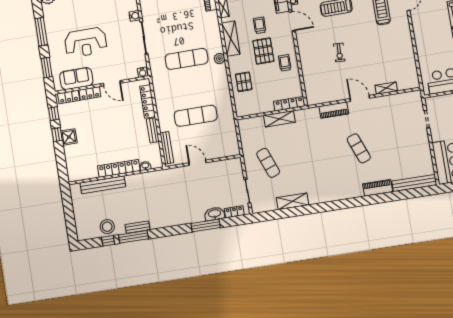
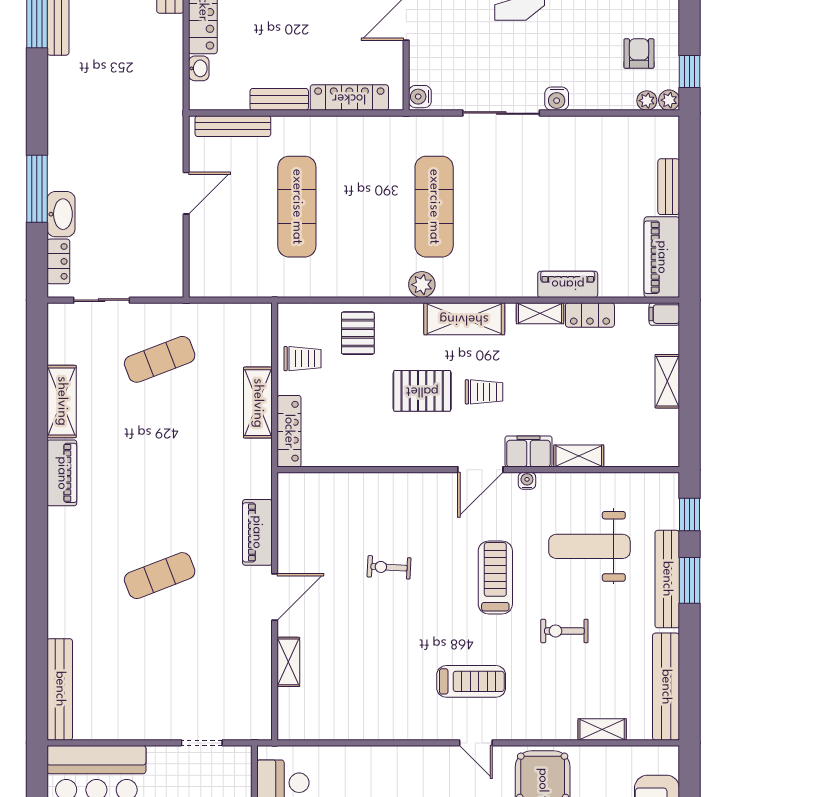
trolley: (285, 63) -> (302, 359), moved
pallet: (244, 82) -> (358, 333), turned 90
piano: (378, 188) -> (62, 473), moved

